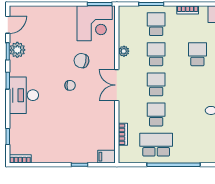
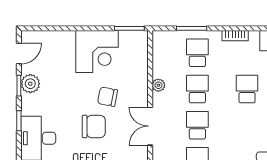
corner desk: (95, 23) -> (97, 52), moved
chair: (70, 85) -> (94, 126), width x1.87, depth x1.87

